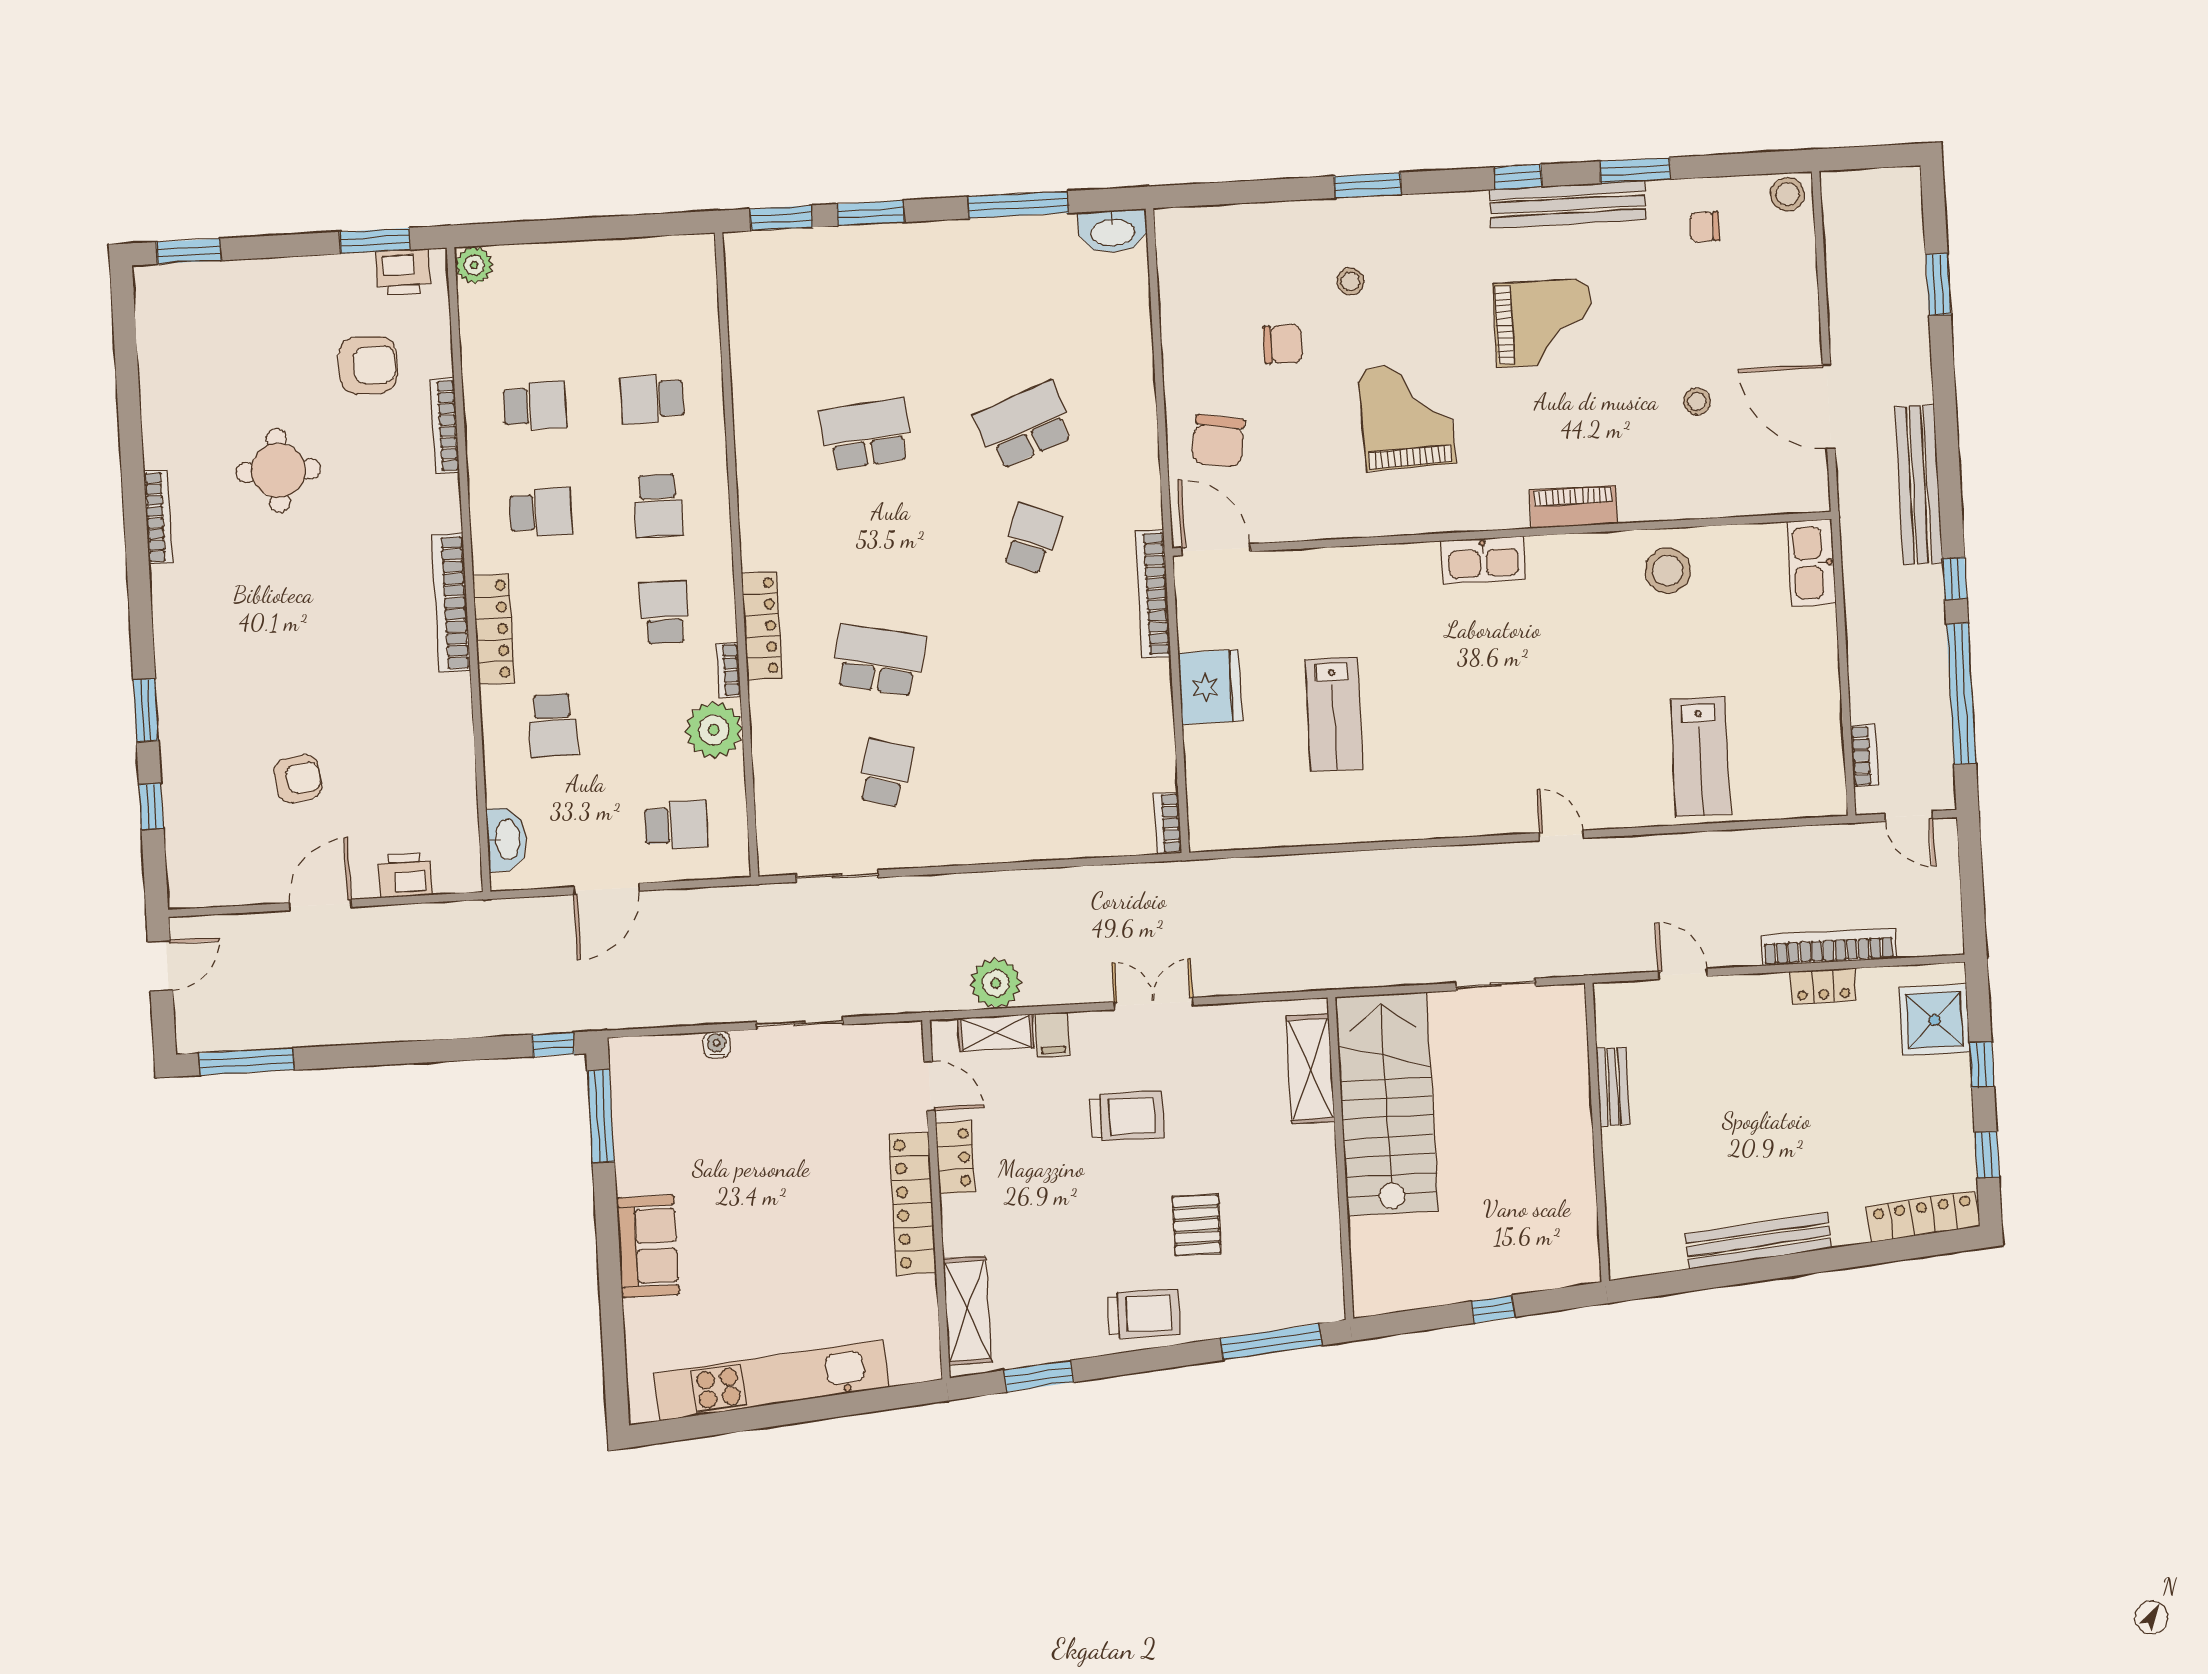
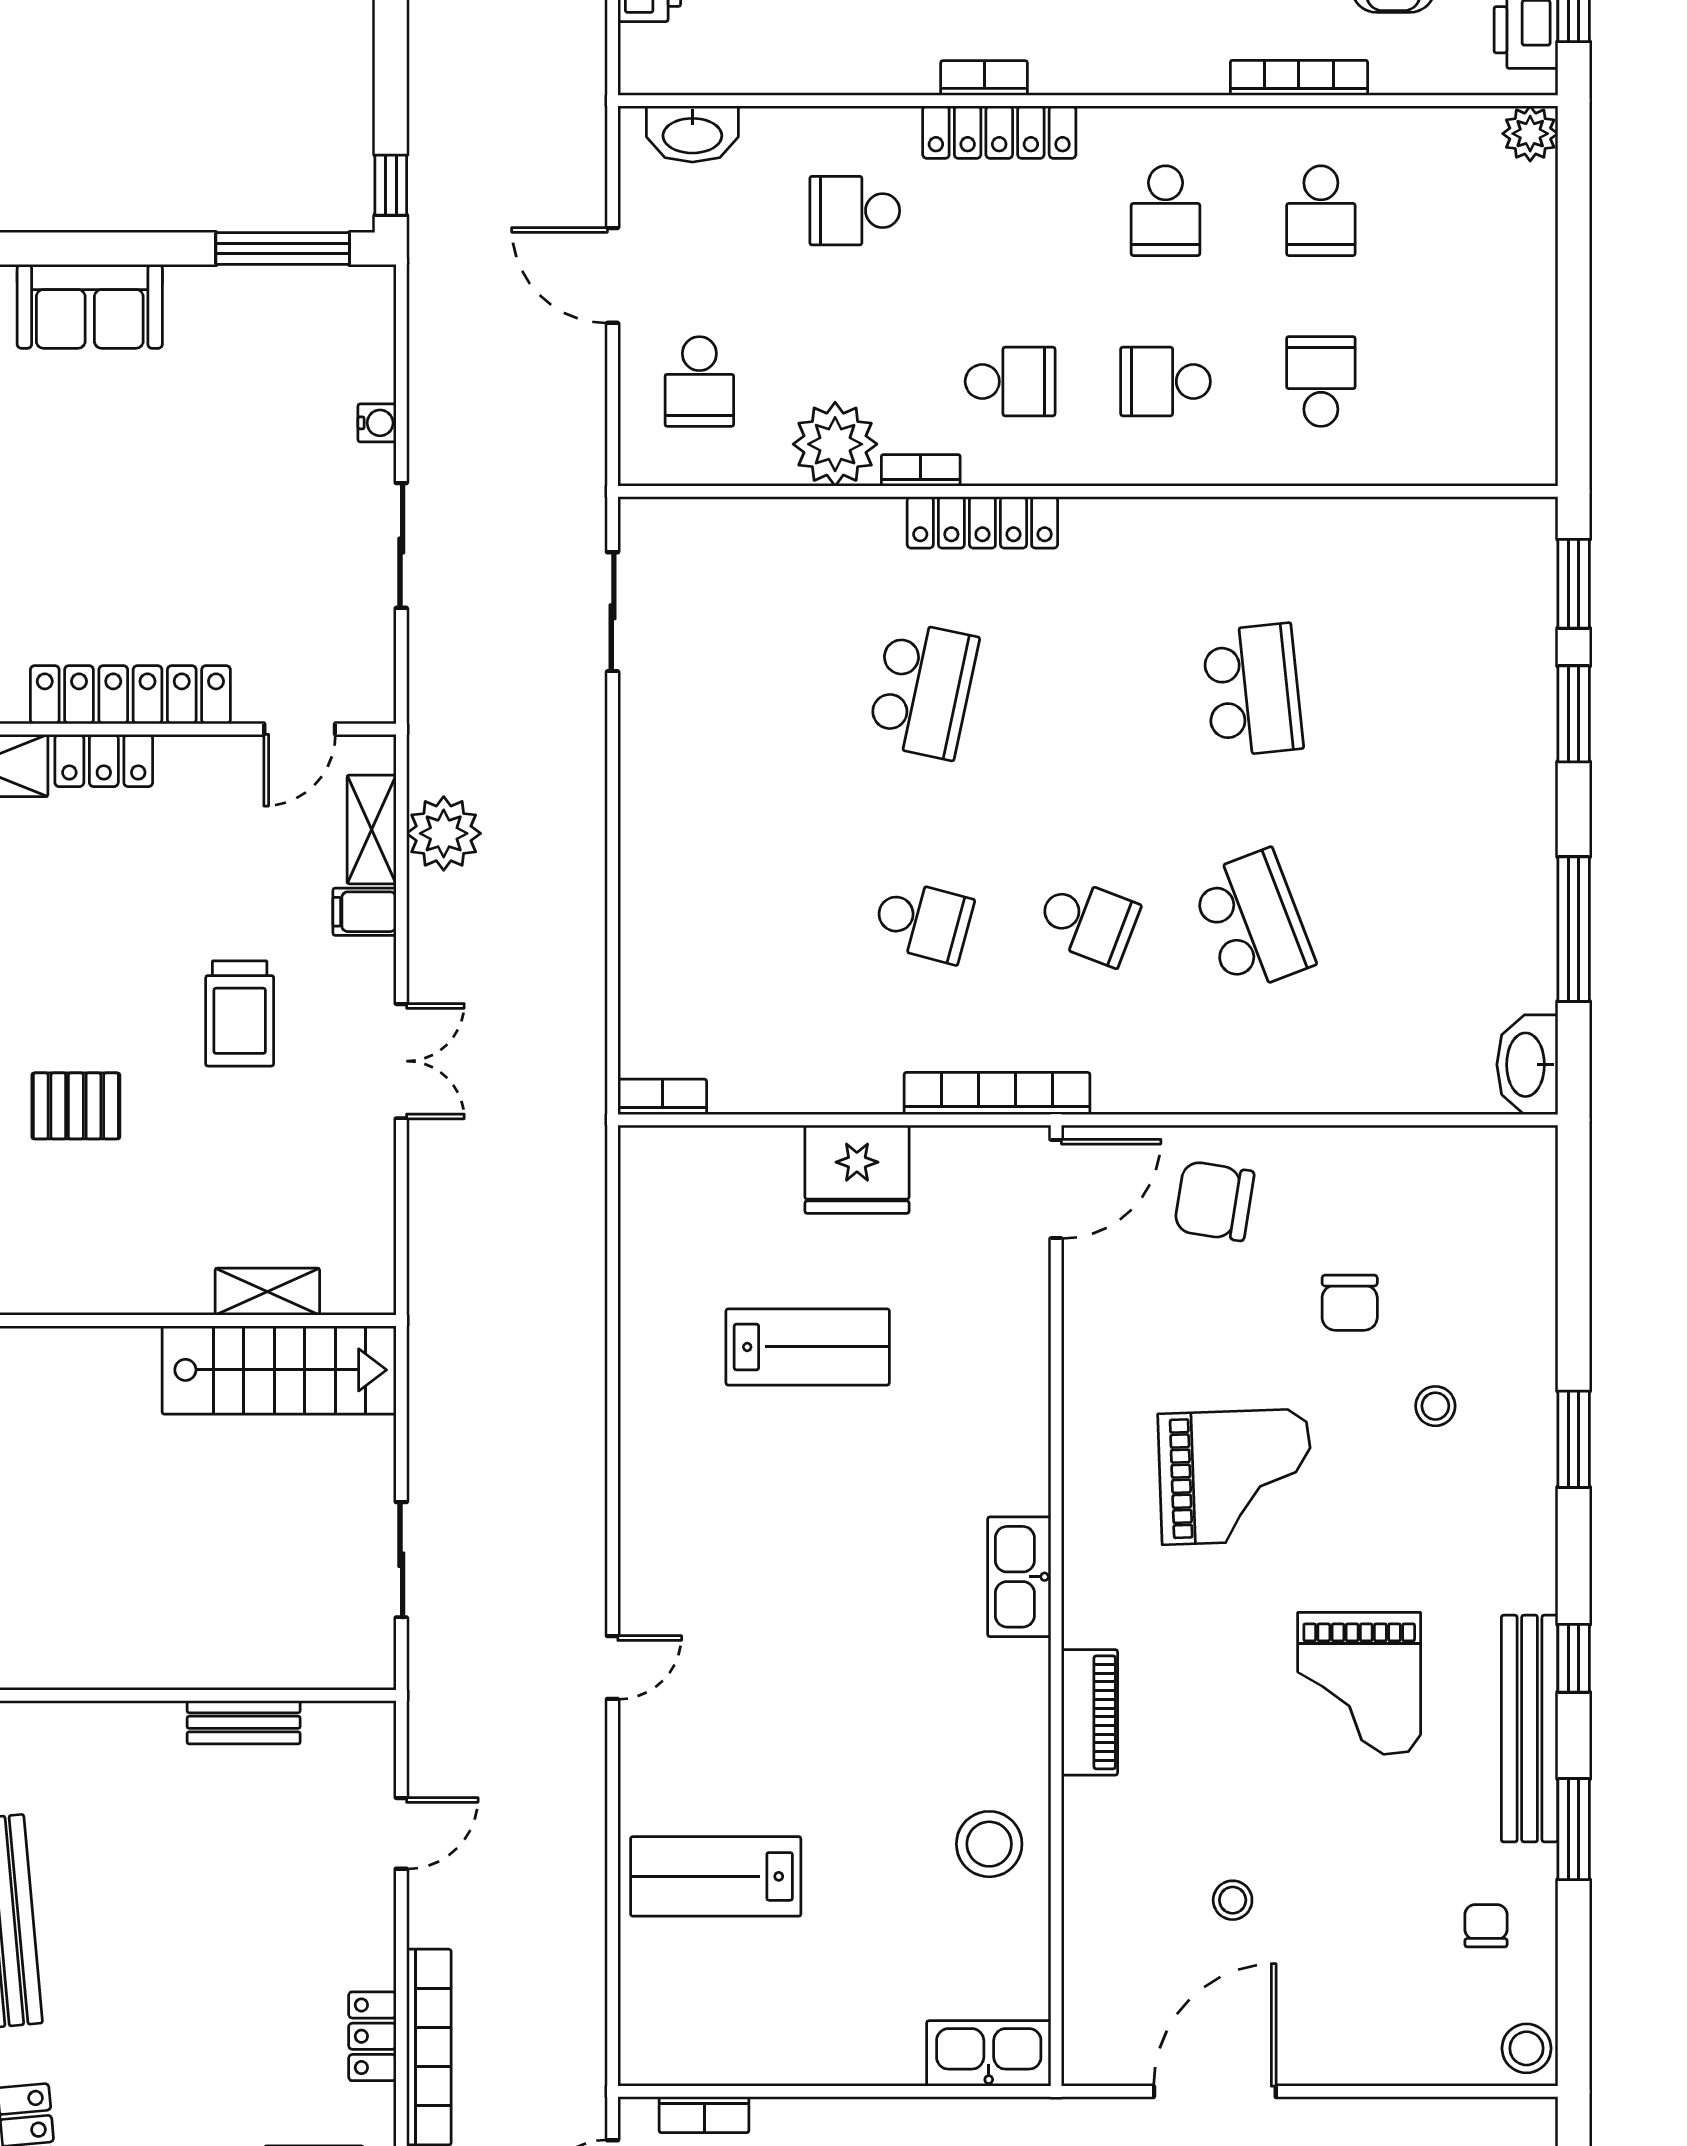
bookcase: (451, 603) -> (984, 78), width x0.43, depth x0.76
lab bench: (1334, 714) -> (808, 1347), turned 180
school desk: (885, 773) -> (923, 921), moved
shelving: (1310, 1069) -> (267, 1292), width x0.67, depth x0.75
stairs: (1387, 1104) -> (279, 1370), width x0.73, depth x0.66
locker: (955, 1158) -> (104, 760), moved

